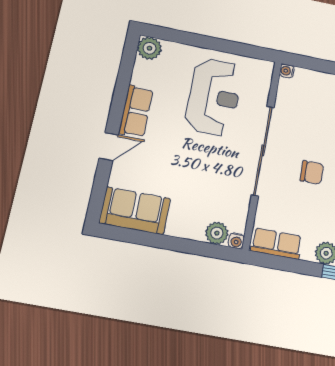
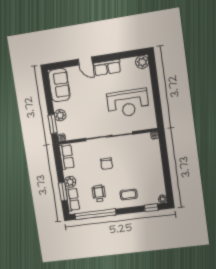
plant: (217, 233) -> (60, 115), moved
window: (205, 249) -> (53, 124), added

